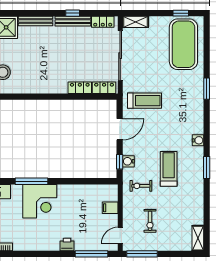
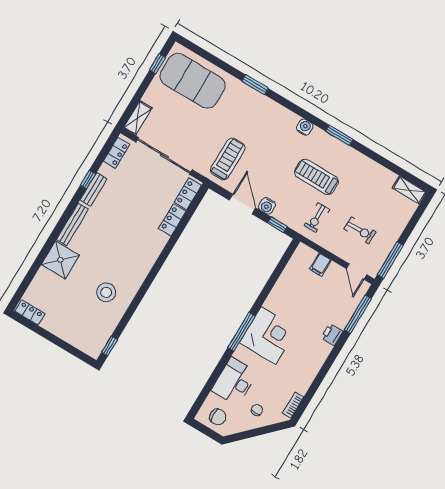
bench: (73, 21) -> (94, 189), width x0.73
water cooler: (128, 161) -> (267, 206), moved

